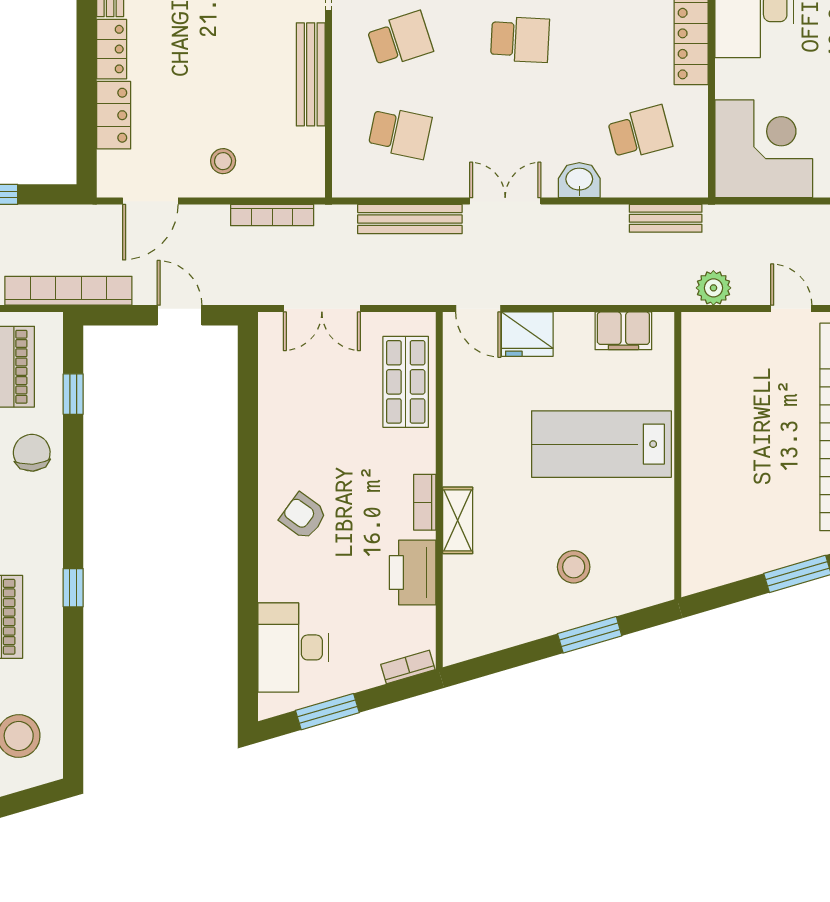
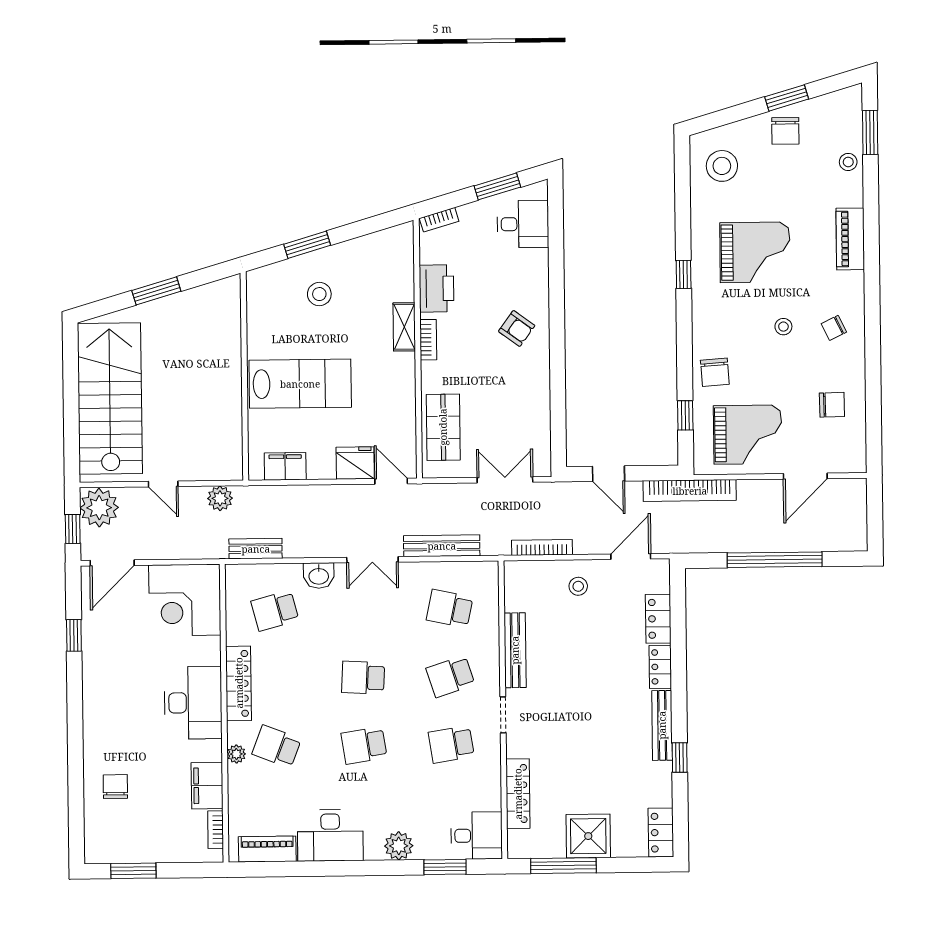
desk: (293, 647) -> (523, 224), width x0.73

